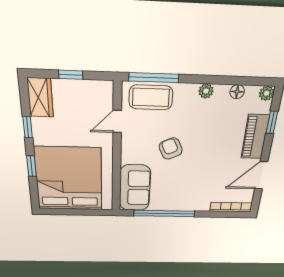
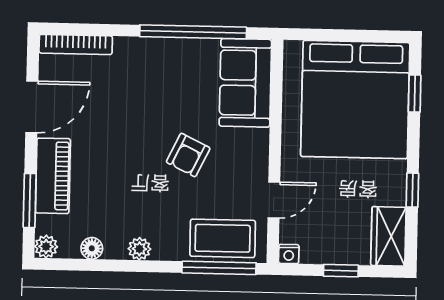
nightstand: (107, 86) -> (289, 254), added
window: (272, 122) -> (30, 200), width x1.50
armchair: (171, 149) -> (188, 155), turned 51
window: (31, 166) -> (415, 94), moved

